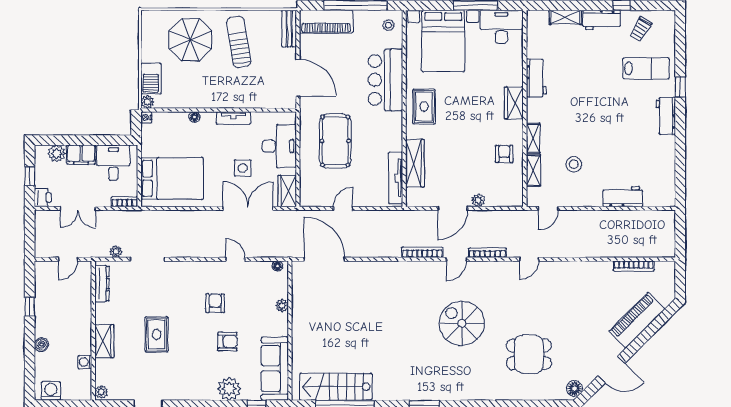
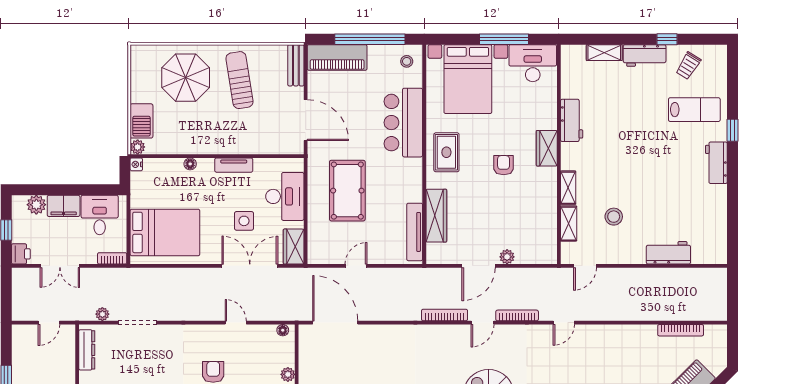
armchair: (504, 154) -> (504, 165), moved

